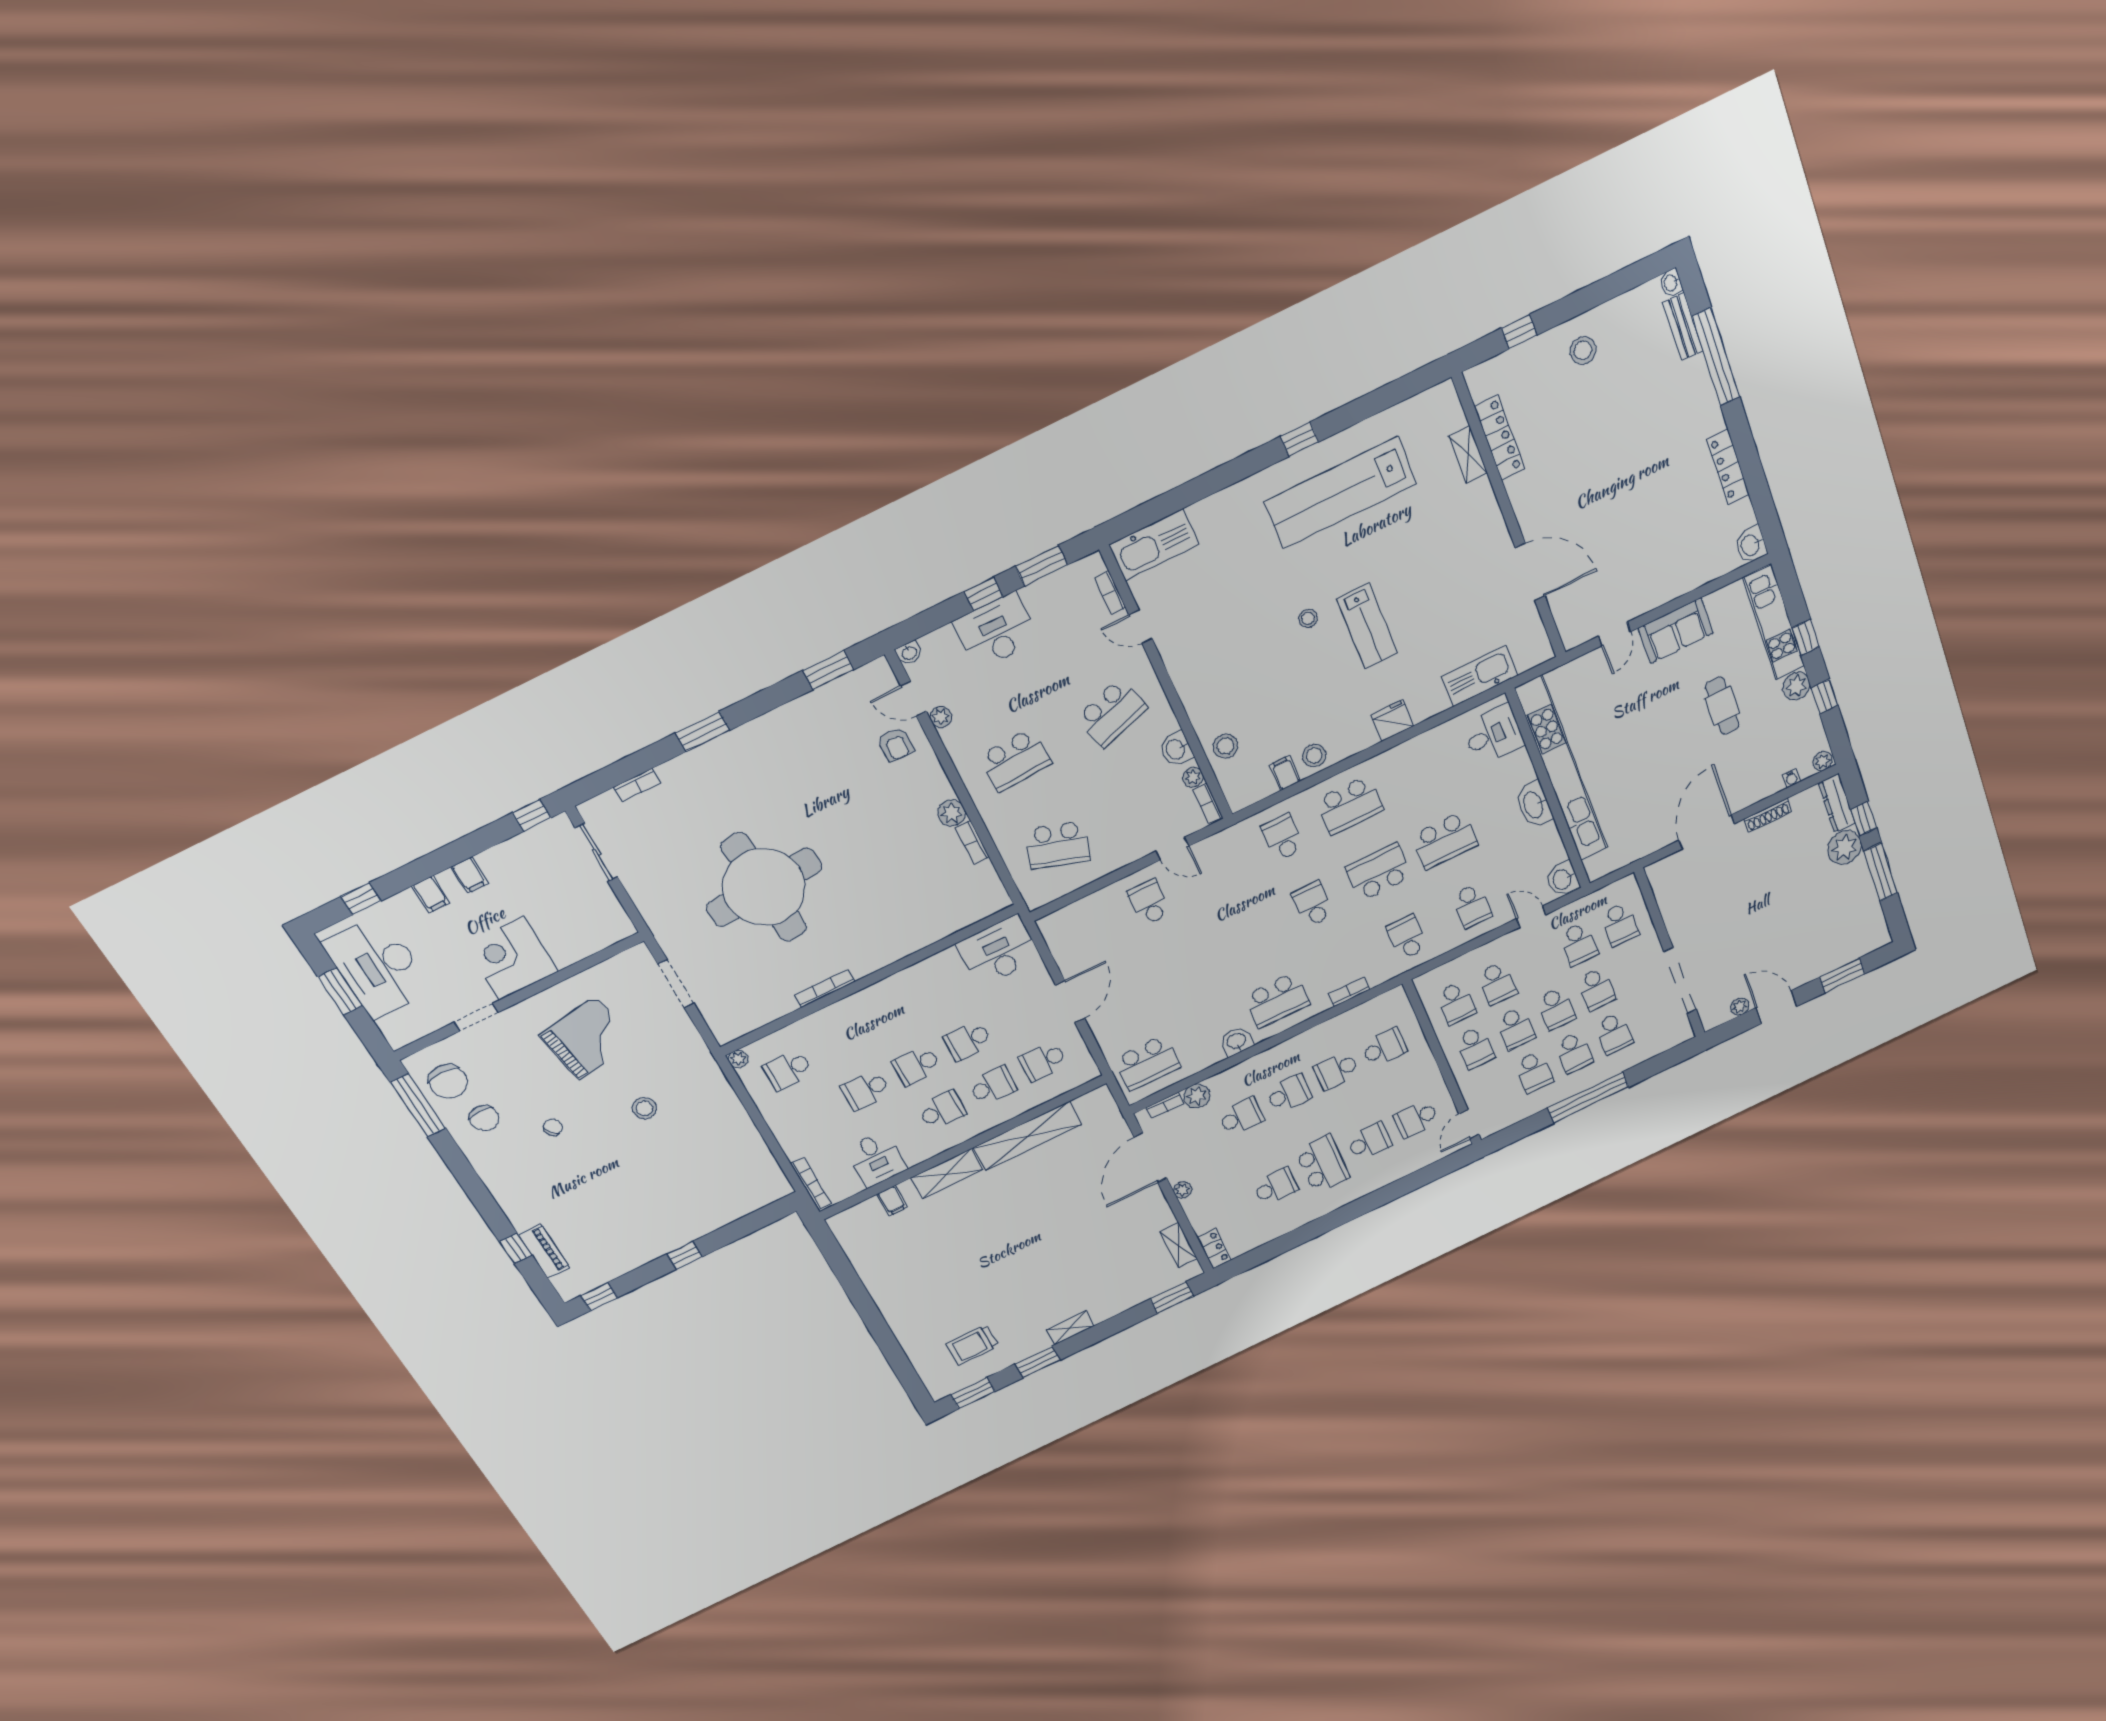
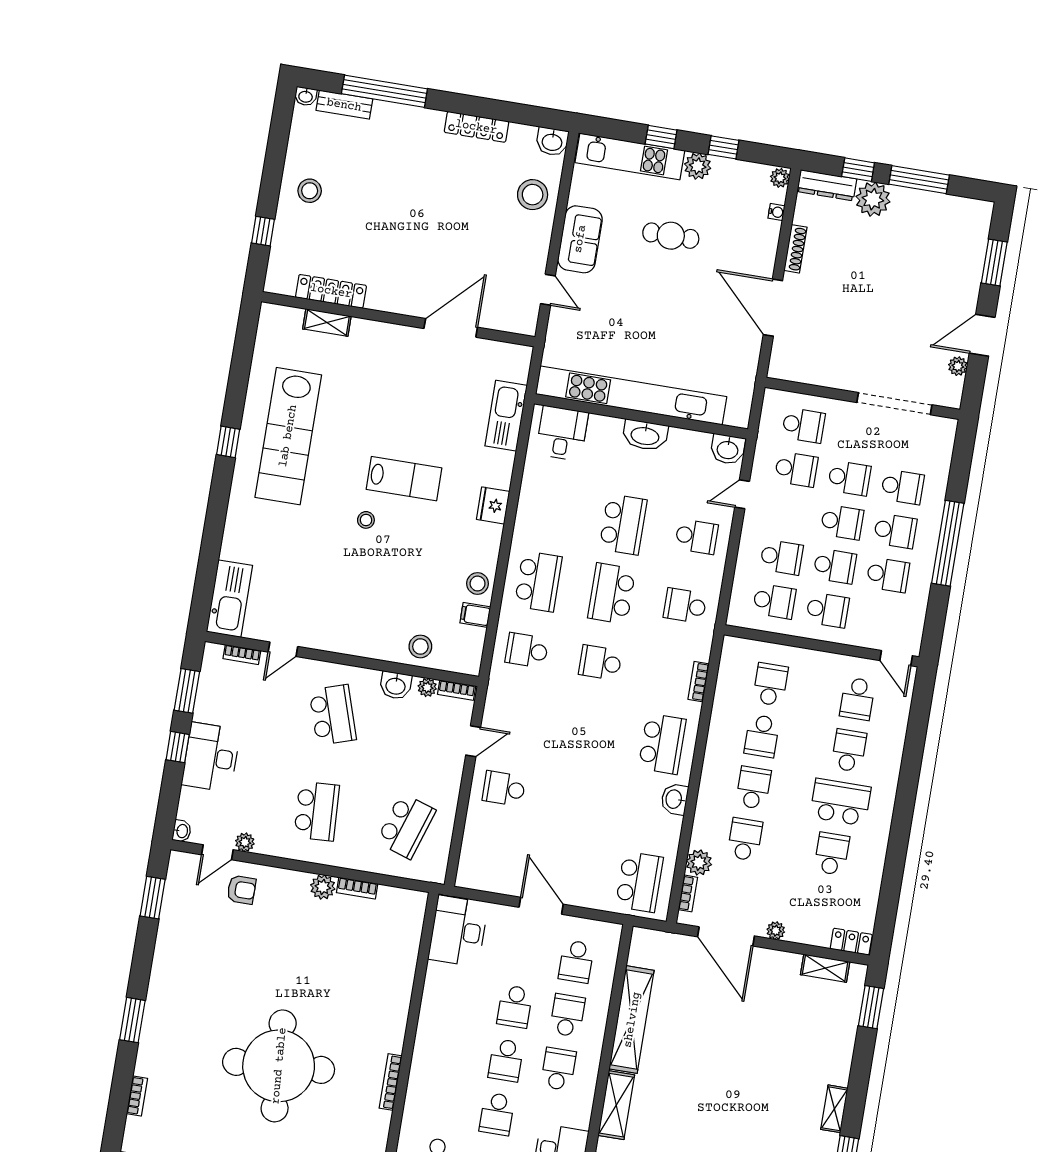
stool: (1693, 561) -> (533, 195), added

